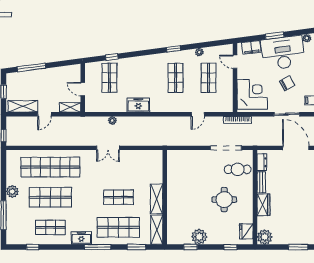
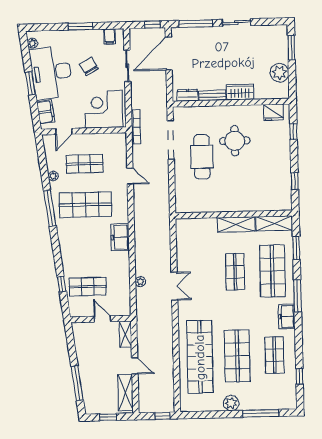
window: (173, 49) -> (50, 208), width x2.17
shop shelf: (175, 78) -> (86, 205), width x1.43, depth x1.36
door: (83, 89) -> (102, 319), swing flipped
freezer: (138, 105) -> (120, 237), moved
cafe table: (238, 169) -> (202, 157), moved, width x1.37, depth x1.35
plant: (199, 237) -> (282, 171), removed
plant: (265, 237) -> (279, 73), moved

